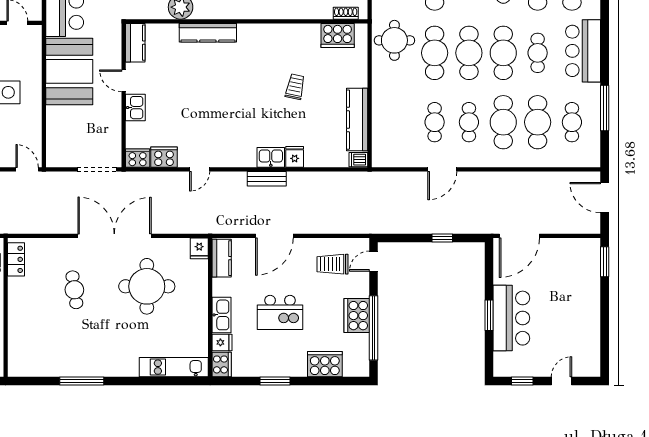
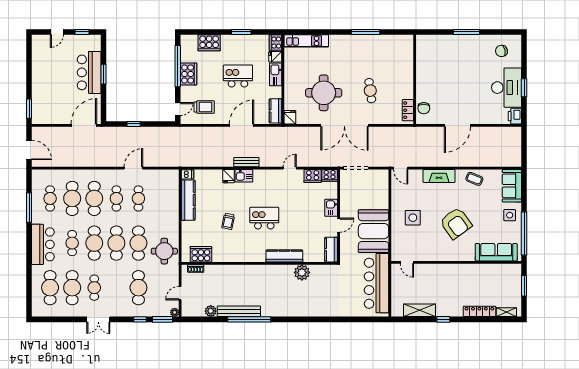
door: (124, 81) -> (339, 225), hinge flipped
kitchen island: (239, 92) -> (264, 218), added

